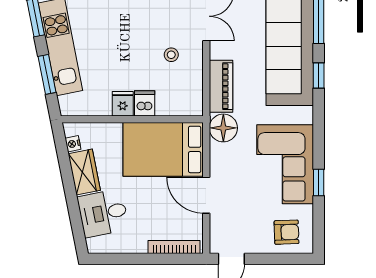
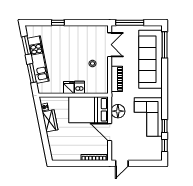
window: (319, 76) -> (165, 146), moved
floor lamp: (223, 128) -> (118, 111), moved
desk: (103, 213) -> (59, 141), removed
armchair: (286, 232) -> (149, 150), removed

